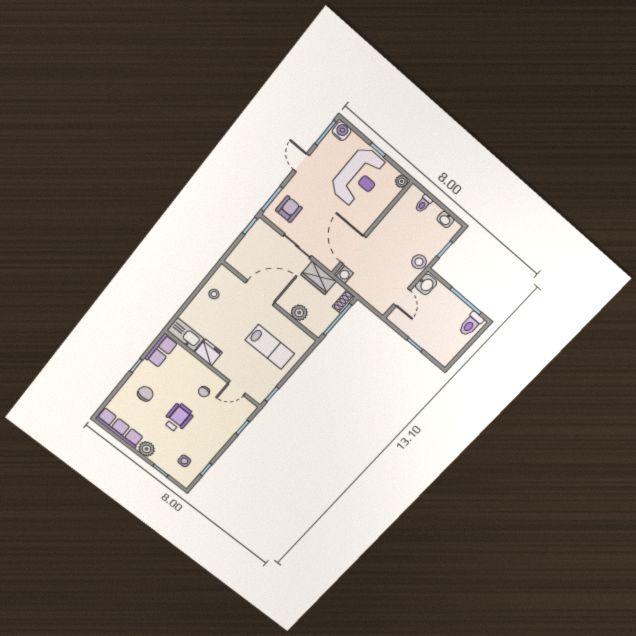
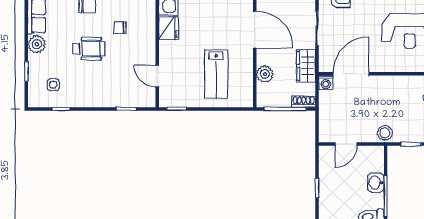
washbasin: (426, 284) -> (376, 183), moved, turned 90
chair: (204, 392) -> (120, 27), moved

